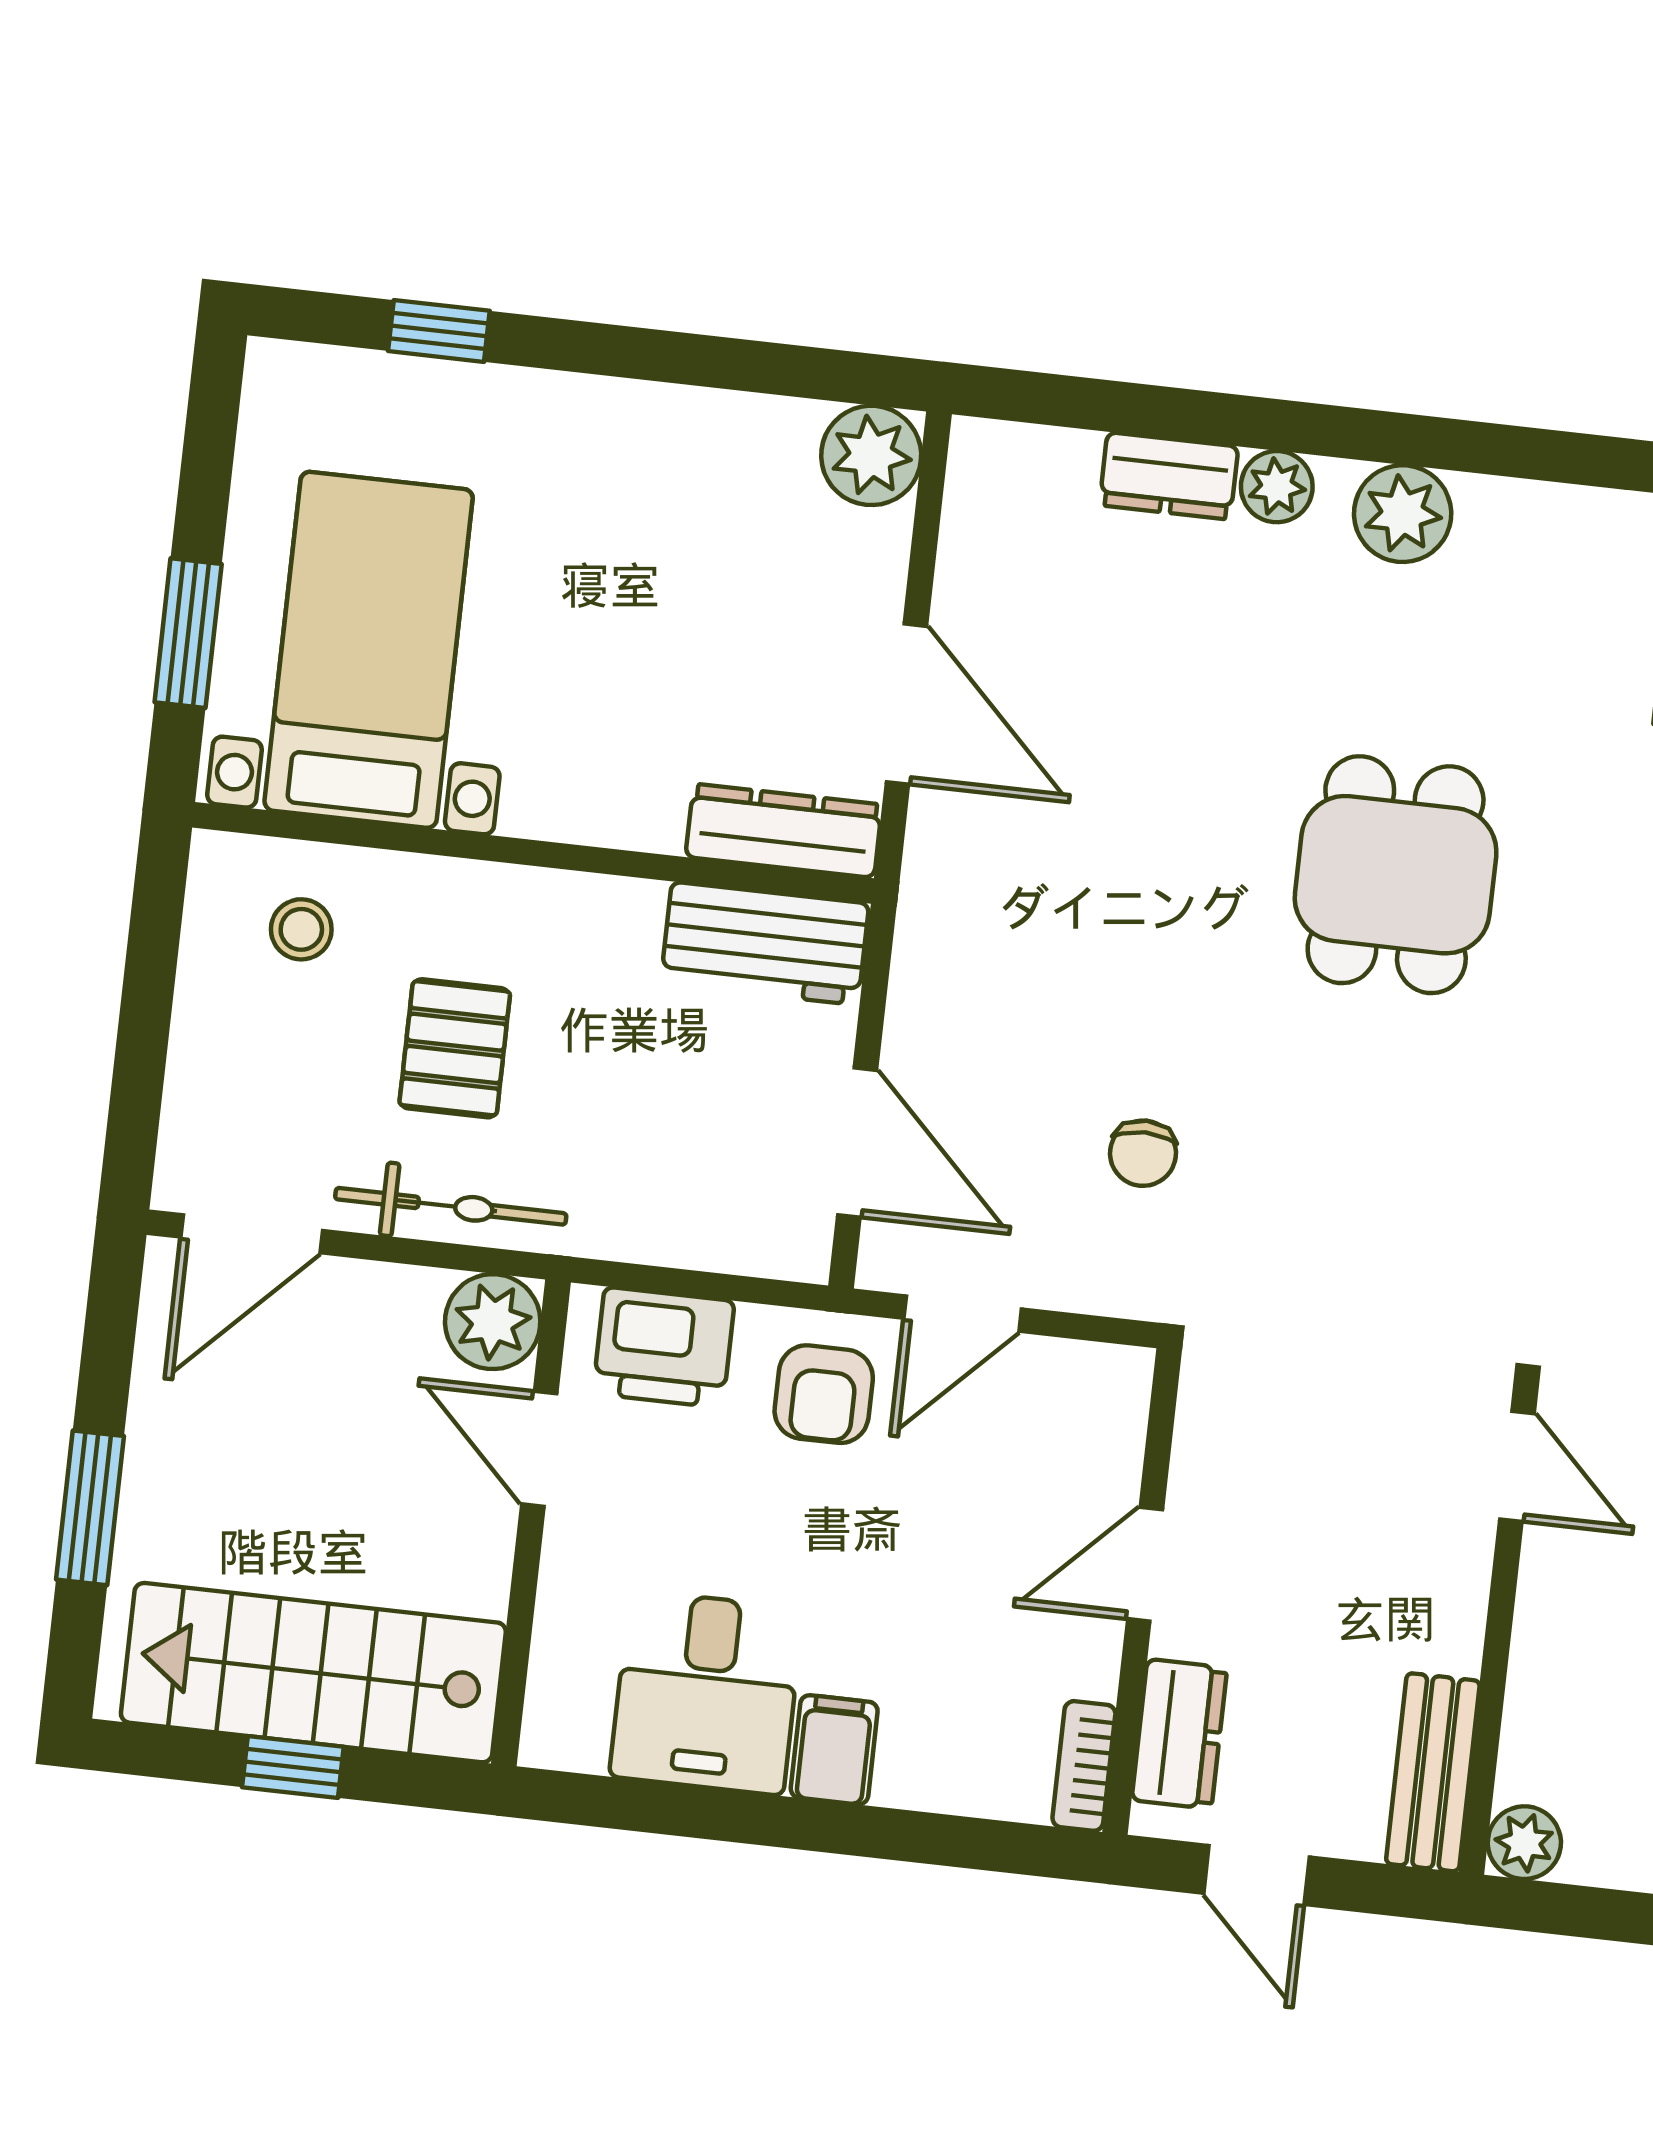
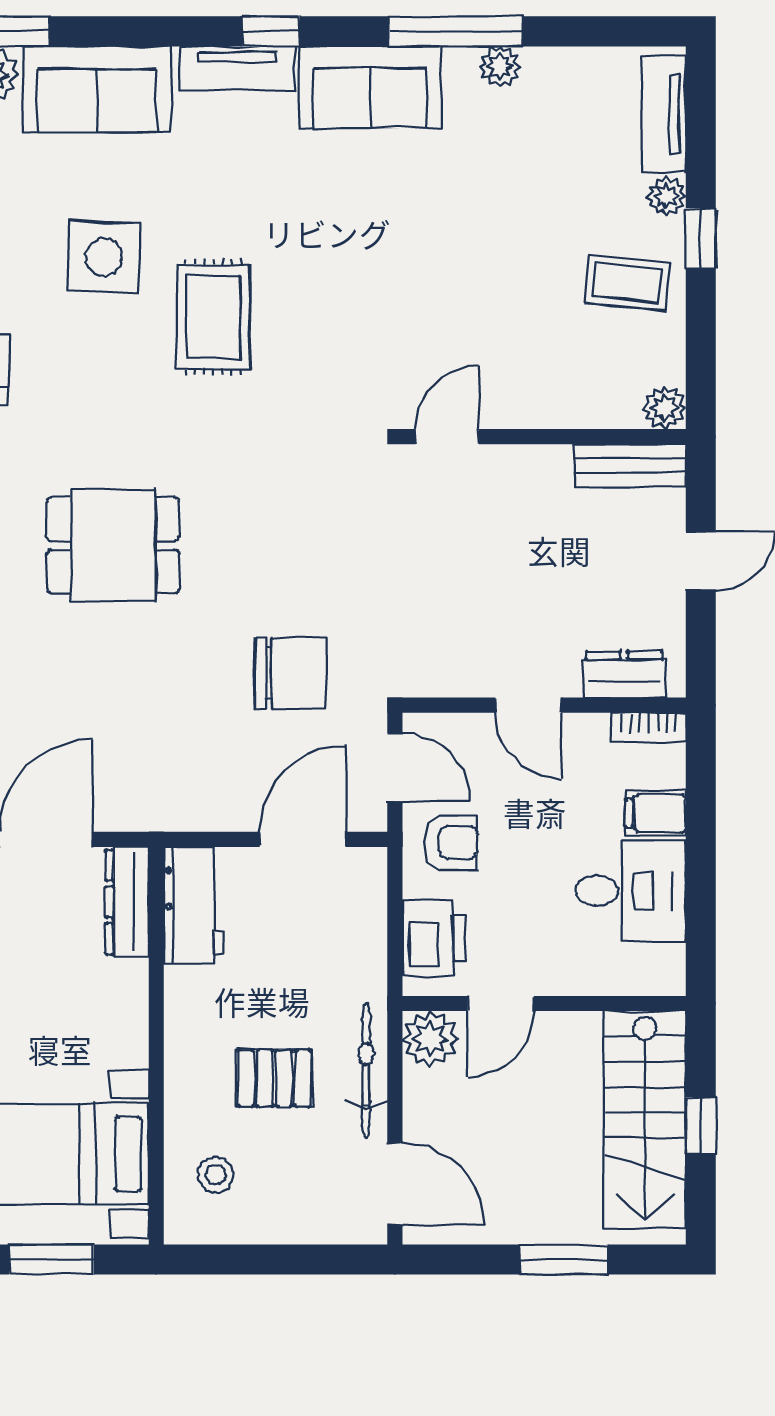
chair: (1143, 1153) -> (290, 673), width x1.87, depth x1.87
door: (1145, 1564) -> (528, 705), moved
wall: (1142, 1591) -> (544, 705), moved
dresser: (1179, 1734) -> (624, 674), moved
bookcase: (1084, 1766) -> (649, 727), moved

